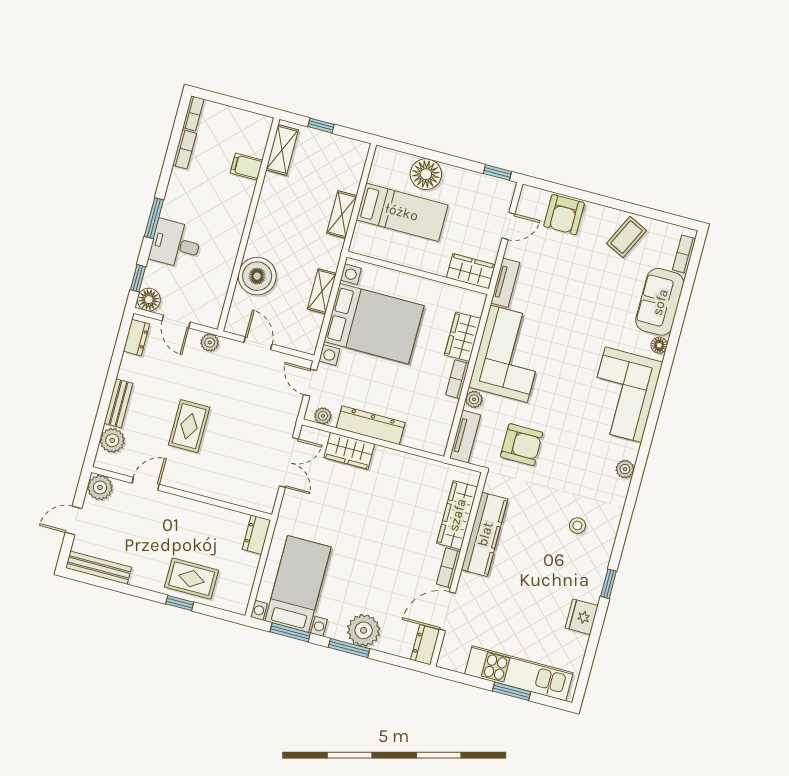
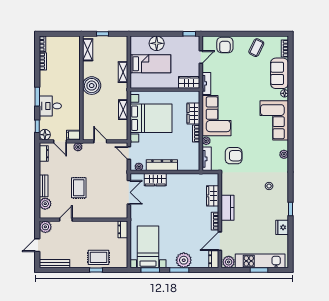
filing cabinet: (247, 167) -> (73, 135), moved
boiler: (257, 276) -> (92, 86), moved
wardrobe: (457, 515) -> (213, 196), width x0.67
kitchen counter: (485, 534) -> (227, 208), width x0.67
plant: (454, 658) -> (229, 262), added

